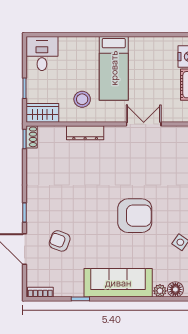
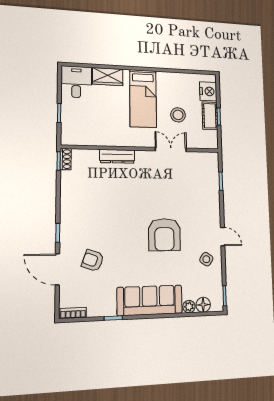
stool: (82, 99) -> (178, 115), moved
wardrobe: (42, 113) -> (108, 77), moved, turned 180
armchair: (135, 216) -> (164, 235), turned 90

